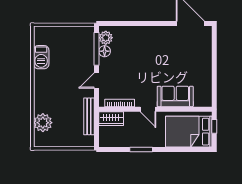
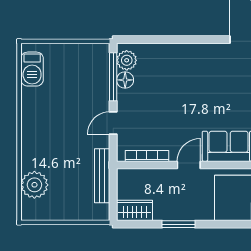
barbecue: (41, 57) -> (32, 69), moved
door: (148, 109) -> (189, 165), swing flipped
wardrobe: (111, 119) -> (135, 210), moved, turned 180

